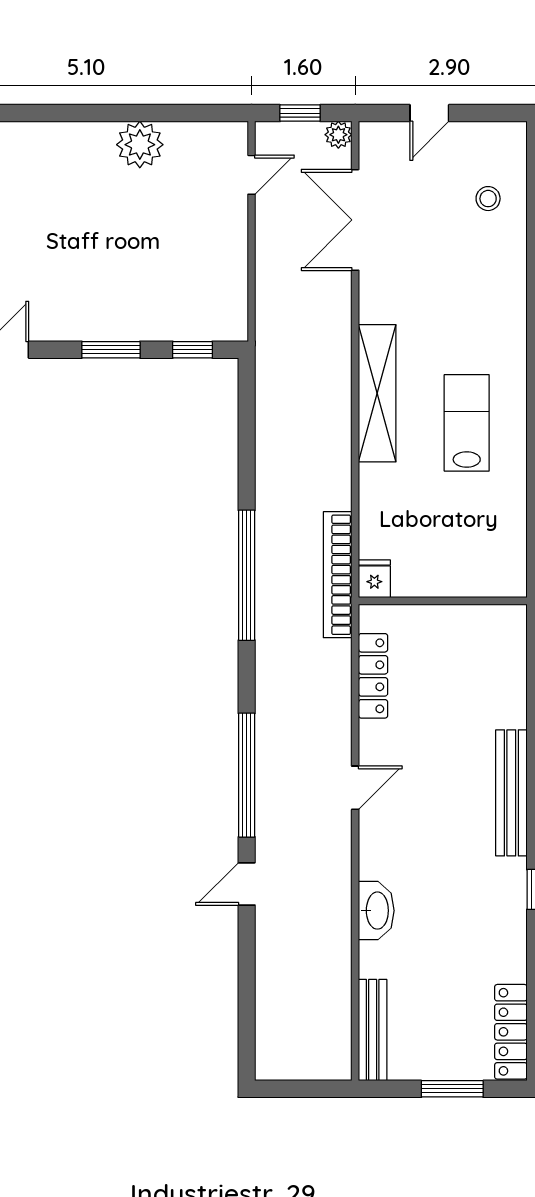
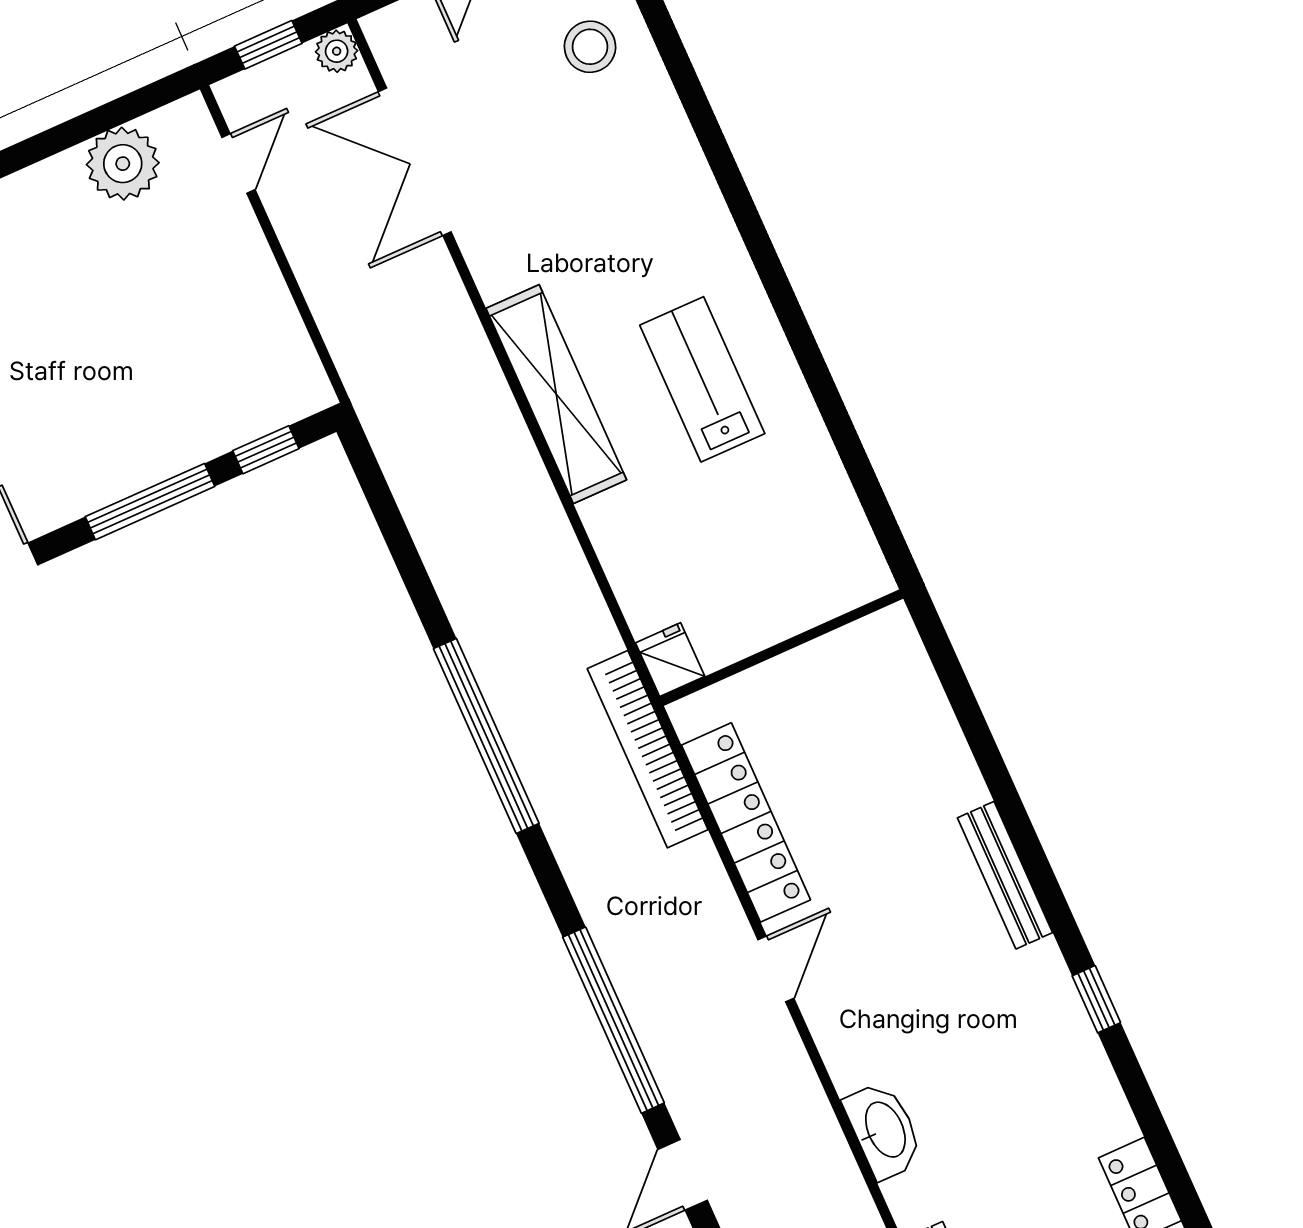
plant: (140, 145) -> (123, 164), moved
stool: (488, 199) -> (590, 47), width x1.37, depth x1.37
window: (111, 350) -> (150, 502), width x1.44
bookcase: (338, 575) -> (648, 749), moved
locker: (373, 676) -> (746, 822), width x1.41, depth x1.21
bench: (511, 793) -> (1005, 875), width x0.73, depth x0.82

